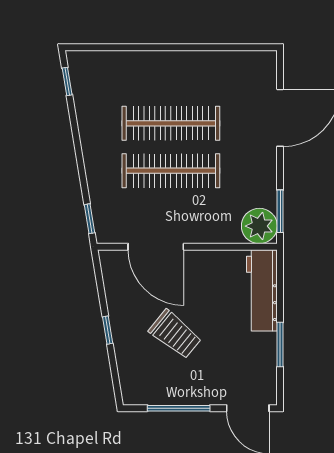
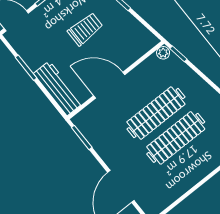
plant: (259, 226) -> (163, 53), moved, width x0.53, depth x0.53
door: (156, 247) -> (109, 85), moved
trolley: (175, 334) -> (85, 29), turned 141

